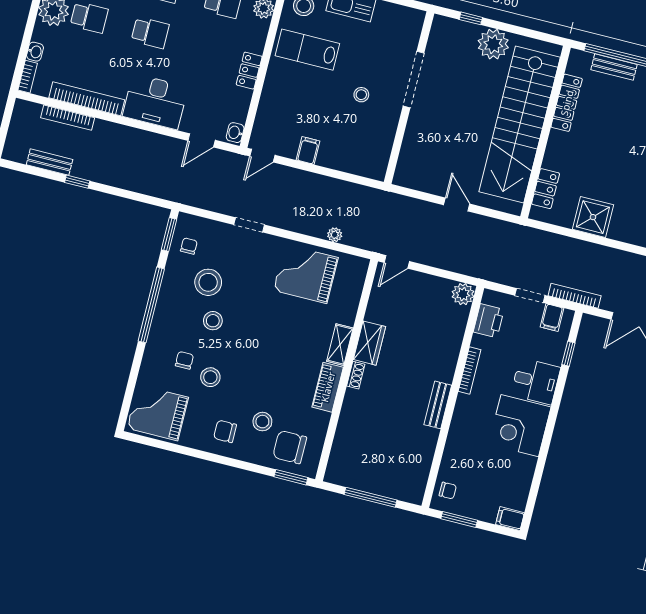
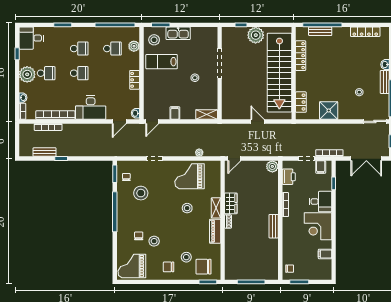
shelving: (366, 168) -> (207, 115), added
stool: (213, 321) -> (187, 208), moved
filing cabinet: (510, 519) -> (325, 254), moved

